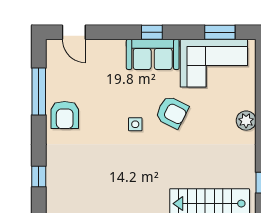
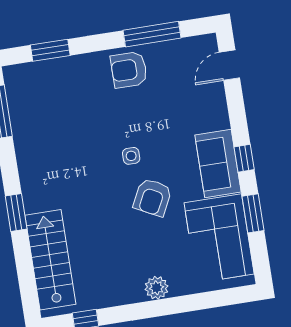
window: (220, 32) -> (253, 213), moved
window: (39, 177) -> (50, 50), width x1.50

